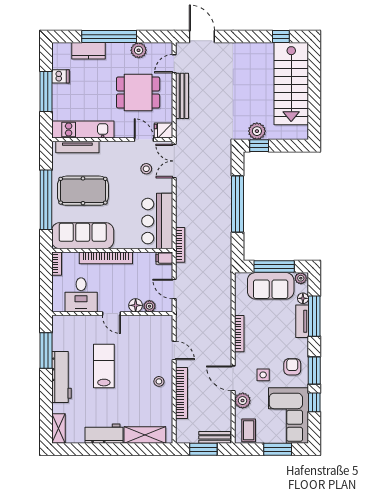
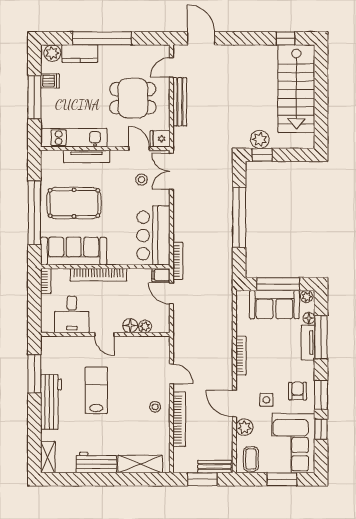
plant: (139, 50) -> (52, 53), moved
tv unit: (77, 147) -> (87, 156), moved
door: (174, 289) -> (171, 293), moved

